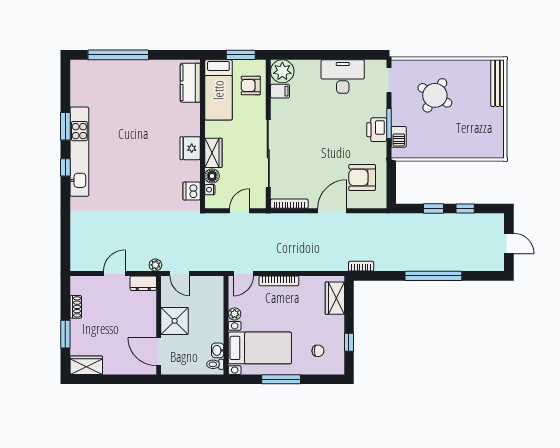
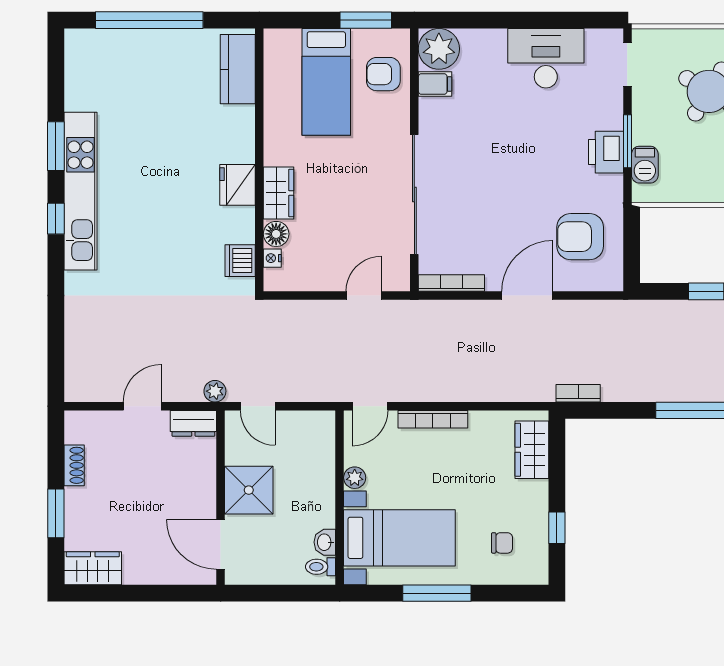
kitchen counter: (190, 83) -> (238, 69), moved
wall: (203, 134) -> (259, 160), moved
fridge: (190, 148) -> (237, 185), moved
wardrobe: (213, 153) -> (279, 193), moved
floor lamp: (212, 176) -> (276, 234), moved
nightstand: (210, 190) -> (272, 258), moved
dishwasher: (192, 191) -> (240, 261), moved

